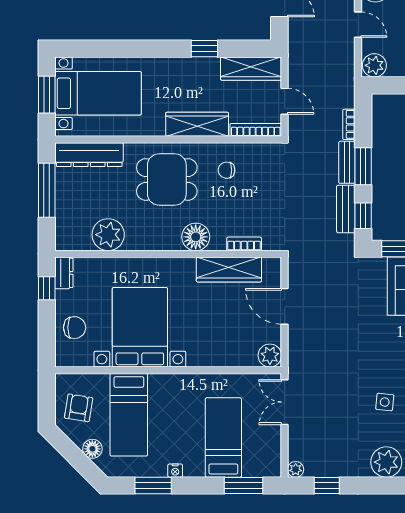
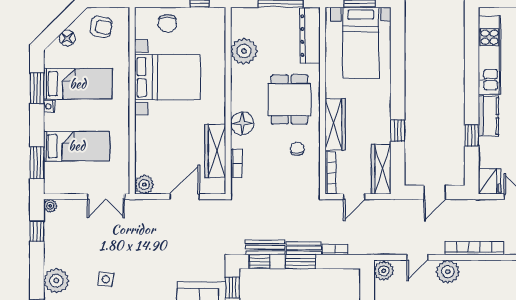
dresser: (64, 273) -> (212, 14), removed
double door: (285, 402) -> (106, 197), swing flipped
bed: (129, 415) -> (78, 84), moved, turned 180

